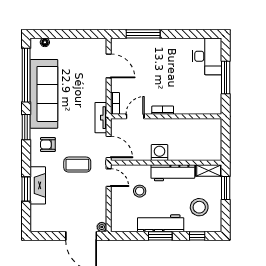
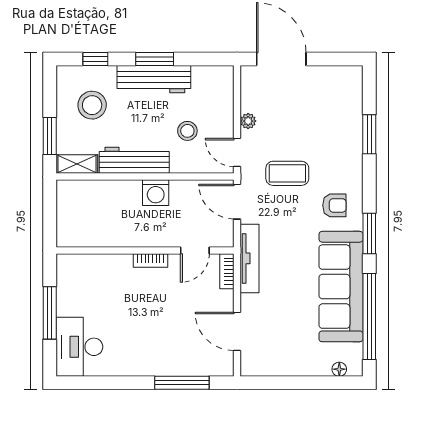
tv unit: (101, 118) -> (250, 258), width x1.41
fireplace: (38, 185) -> (351, 140), removed
plant: (102, 227) -> (248, 121), moved

